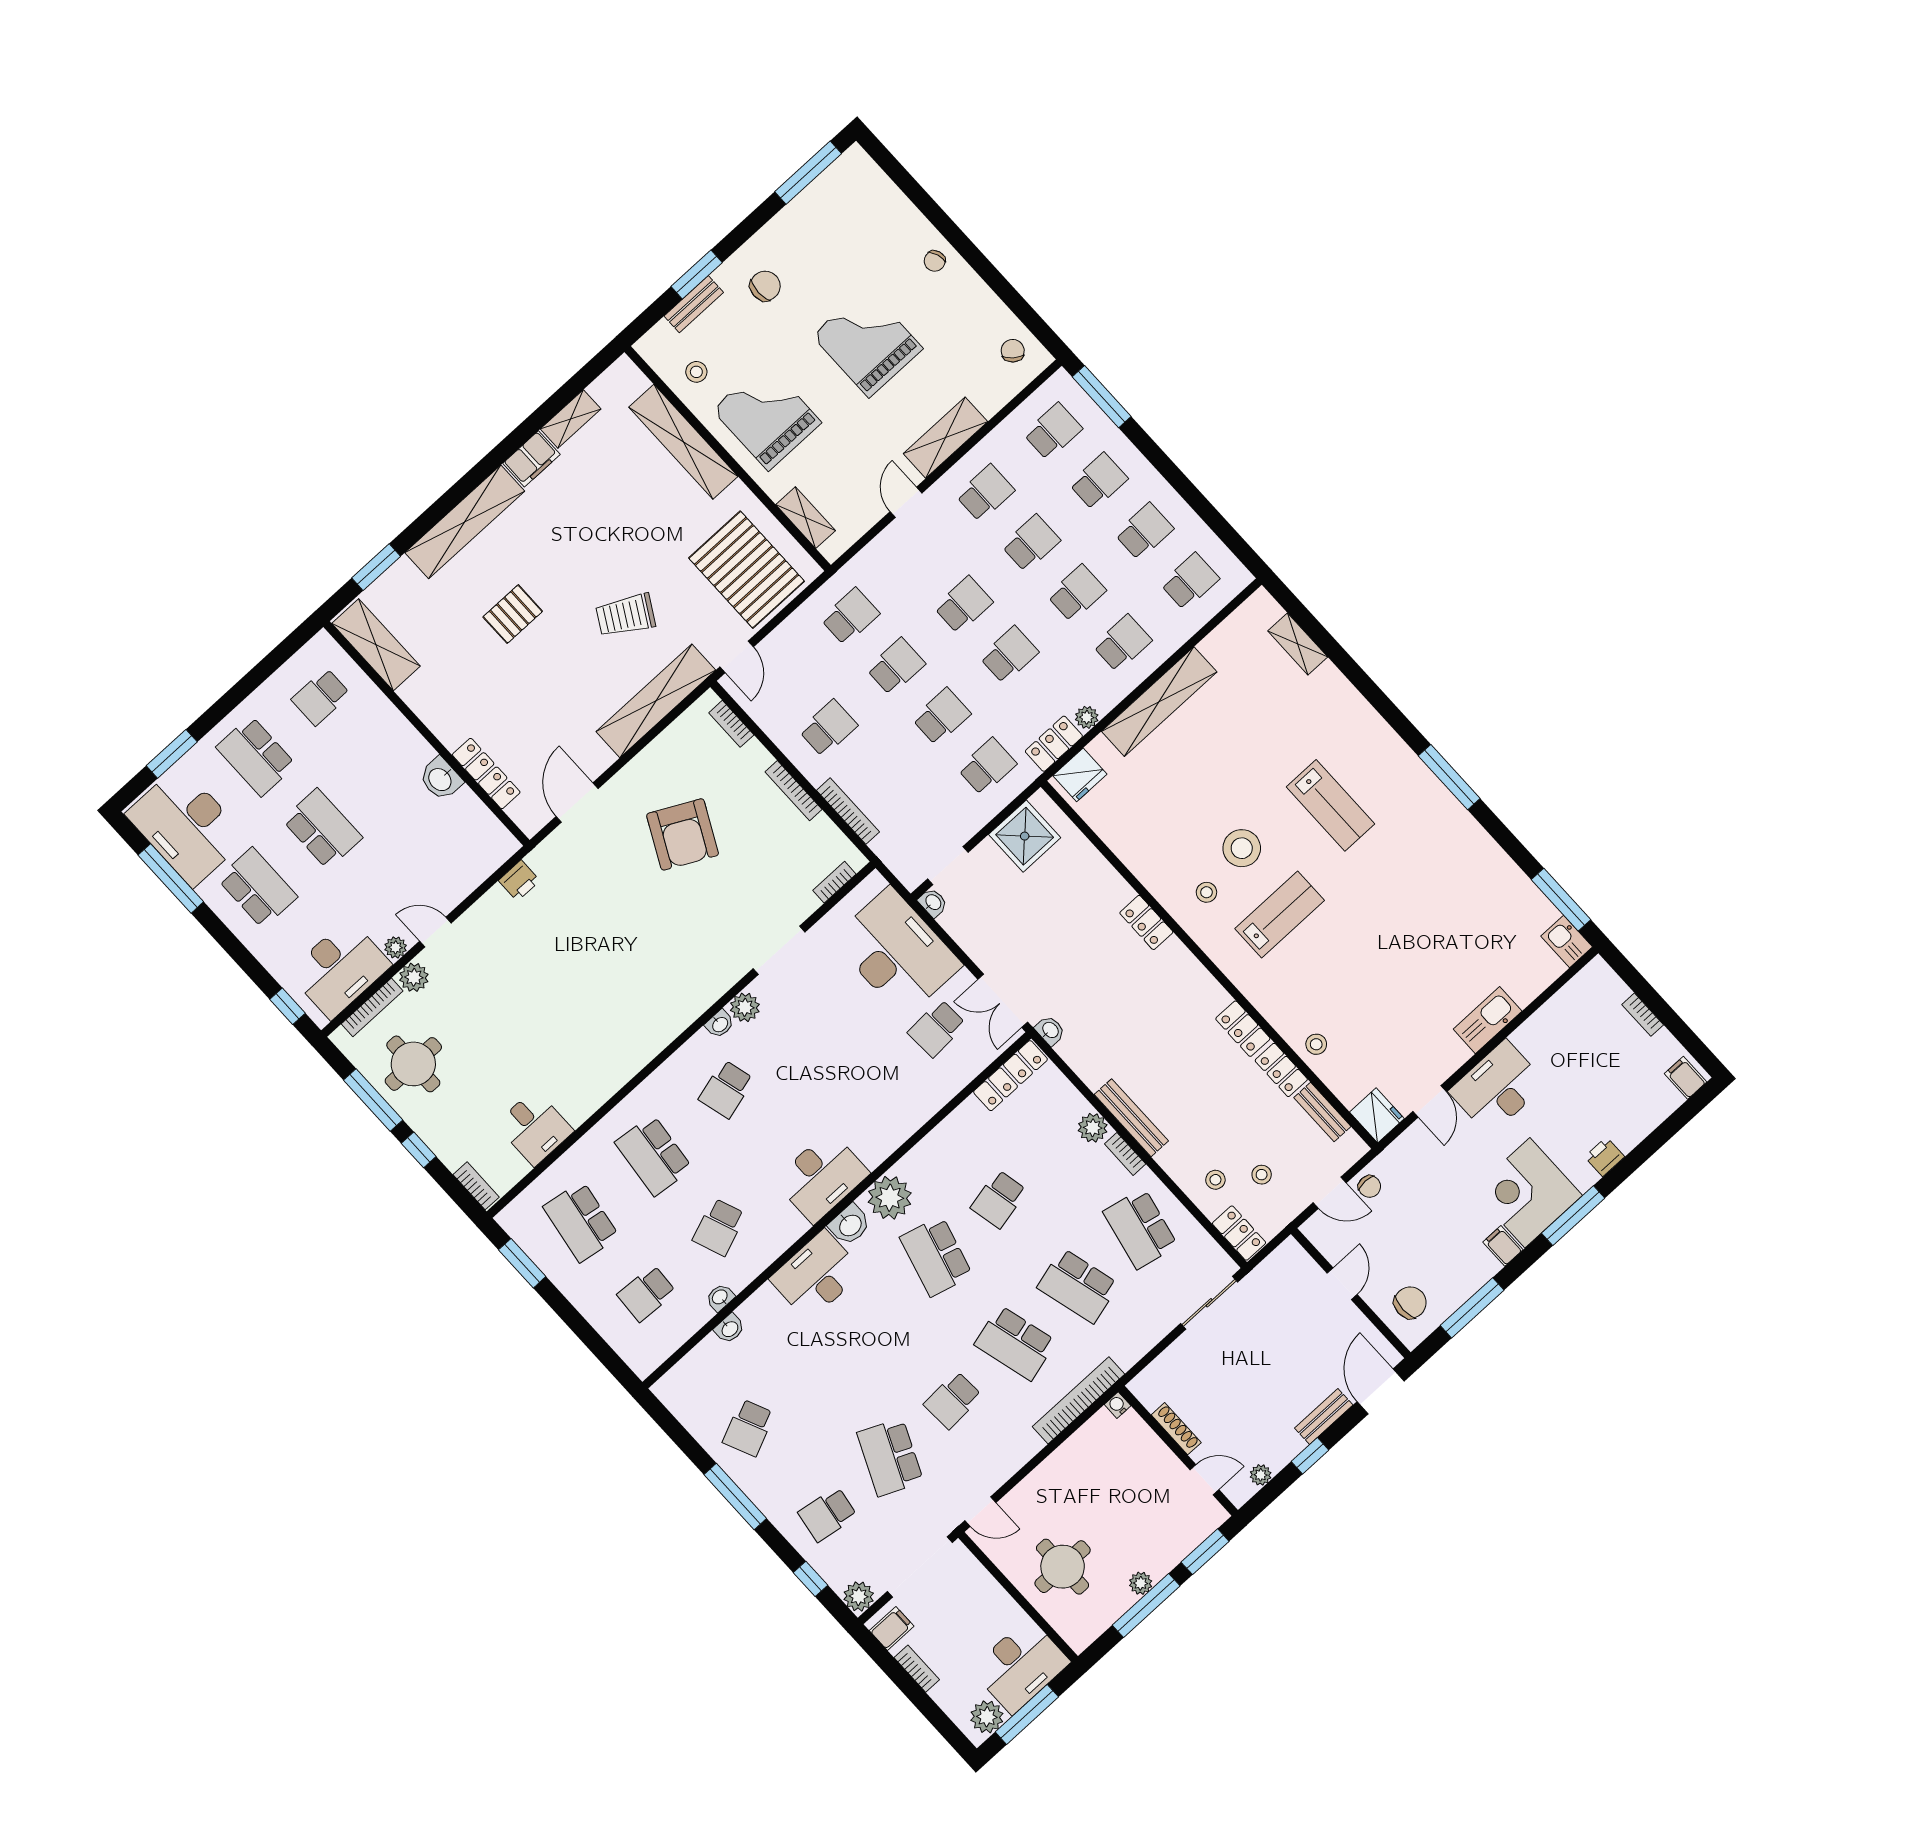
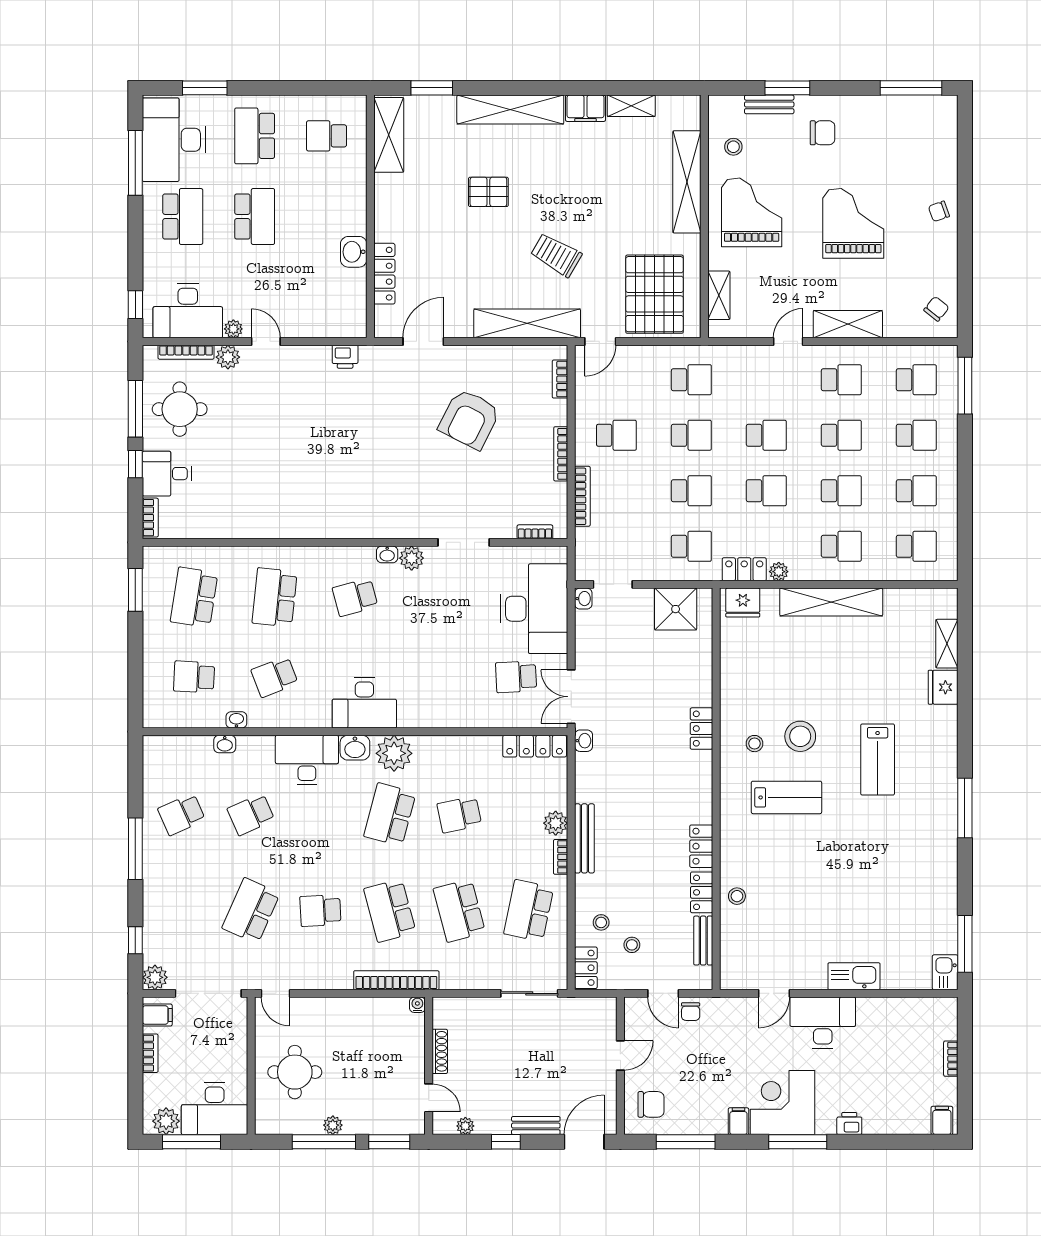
fridge: (1377, 1115) -> (943, 687), moved, turned 180
desk: (535, 1128) -> (167, 474), moved, turned 90
school desk: (828, 1514) -> (251, 814), moved, turned -33

